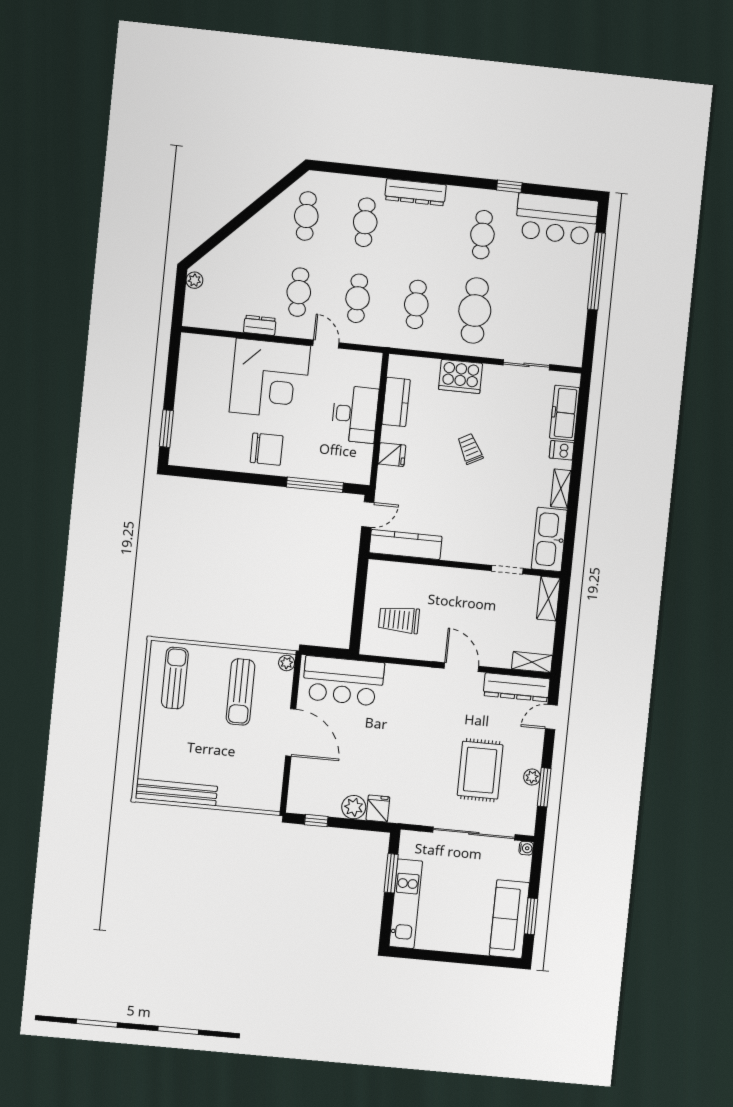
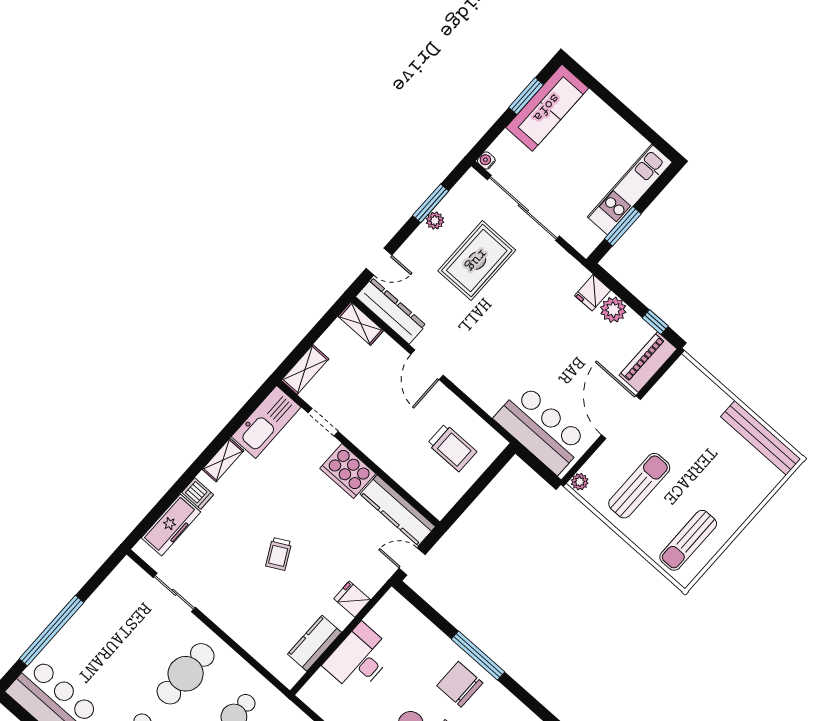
cooker: (461, 376) -> (348, 471), moved, turned 180
window: (315, 485) -> (478, 656), moved
piano: (300, 787) -> (648, 362), added

